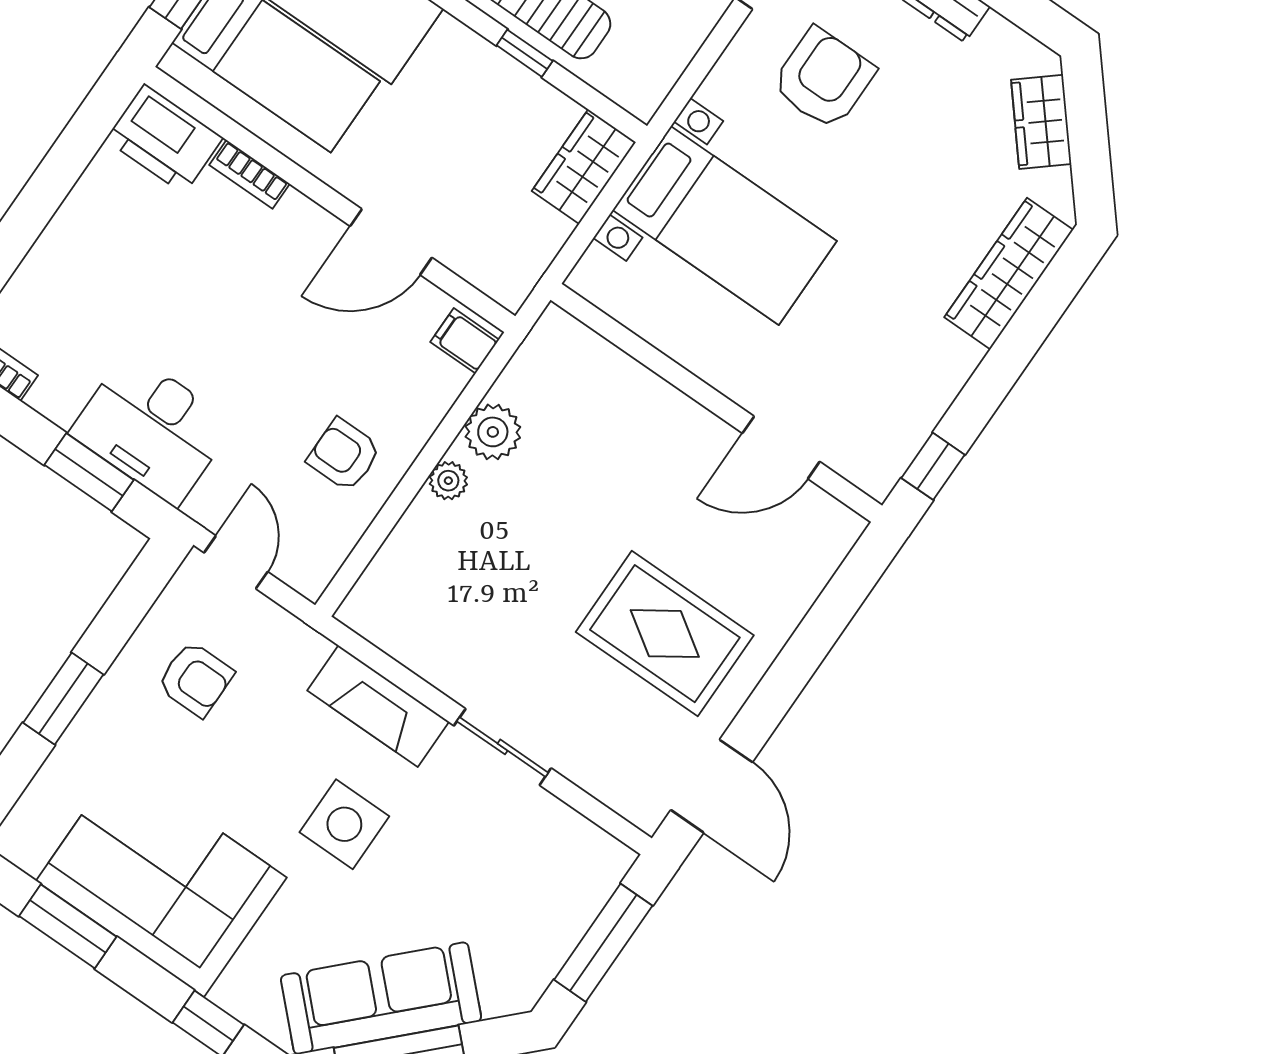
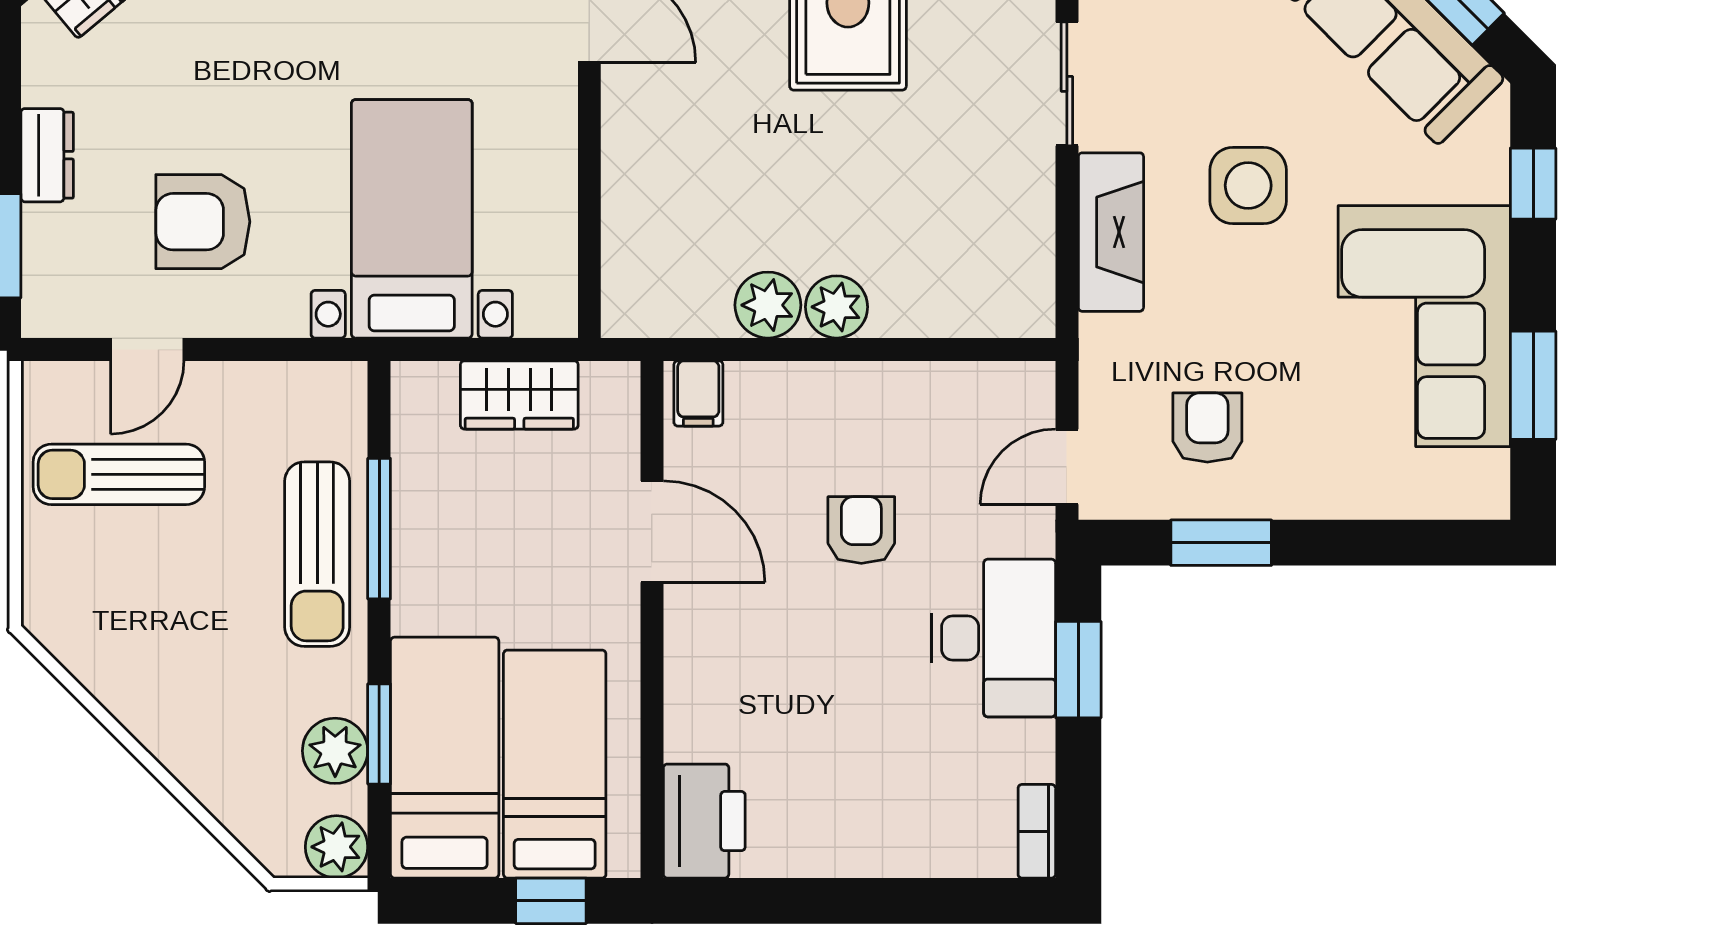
window: (525, 53) -> (379, 529), width x2.17
wardrobe: (584, 167) -> (519, 395), moved
bookcase: (250, 174) -> (681, 714), removed
armchair: (344, 455) -> (861, 530), moved, turned 180
plant: (448, 481) -> (836, 307), width x1.38, depth x1.38
window: (63, 699) -> (1221, 543), moved

